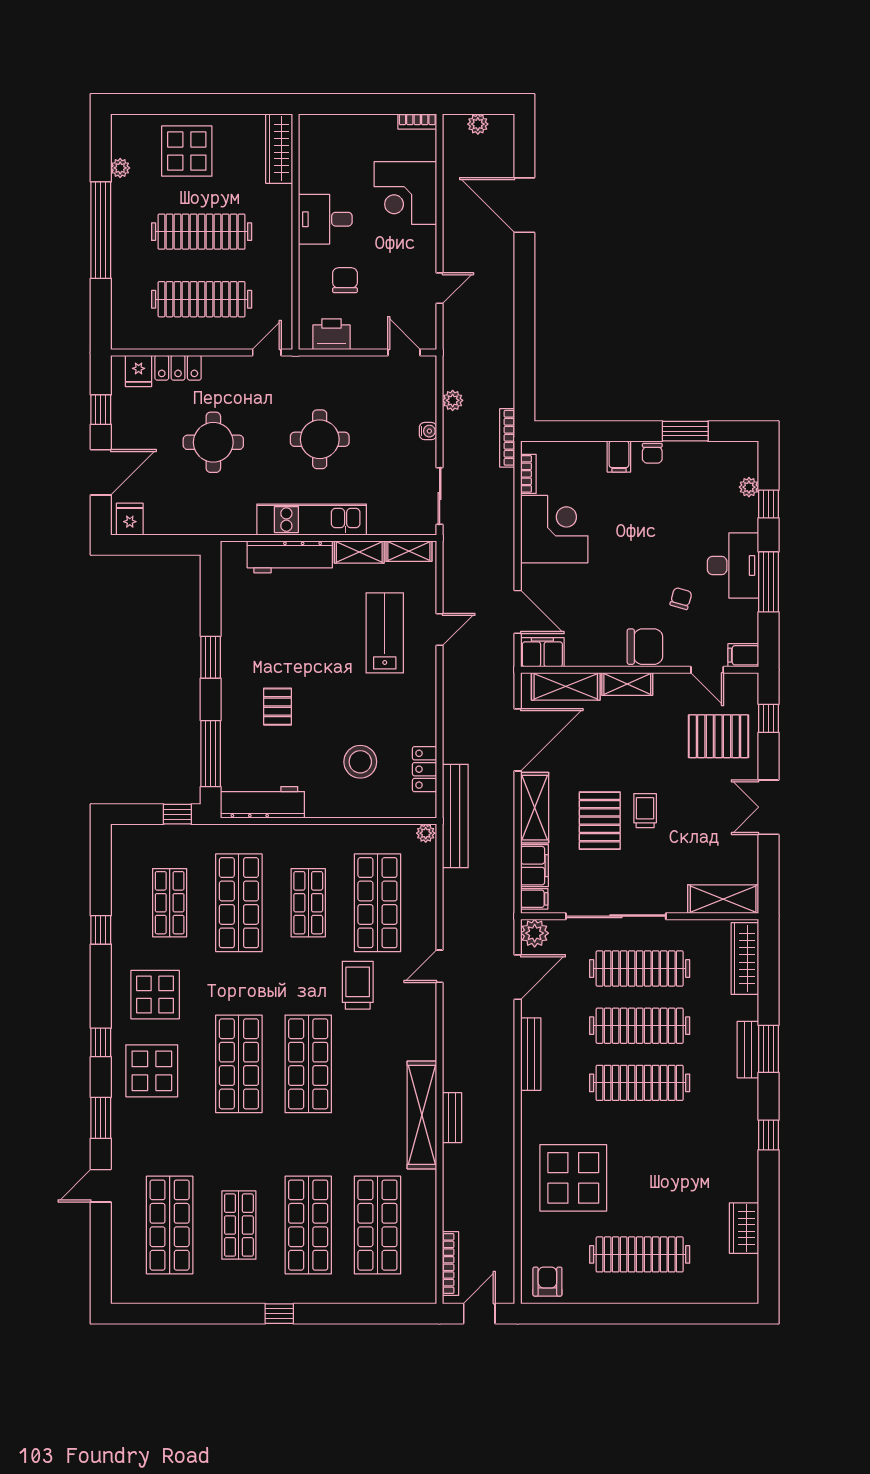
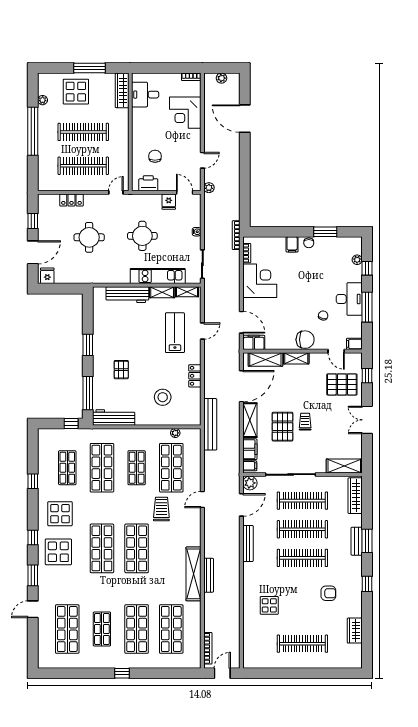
window: (214, 104) -> (89, 68), added
desk: (325, 219) -> (145, 95), moved
fridge: (139, 371) -> (169, 202), moved
plant: (453, 400) -> (209, 188), moved
kitchen unit: (312, 520) -> (158, 276), moved
locker: (425, 769) -> (195, 376), moved
plant: (426, 833) -> (175, 433), moved
bench: (452, 1118) -> (209, 575), width x1.36
display table: (573, 1178) -> (269, 605), width x0.54, depth x0.54
armchair: (547, 1282) -> (328, 593), moved, turned 90

